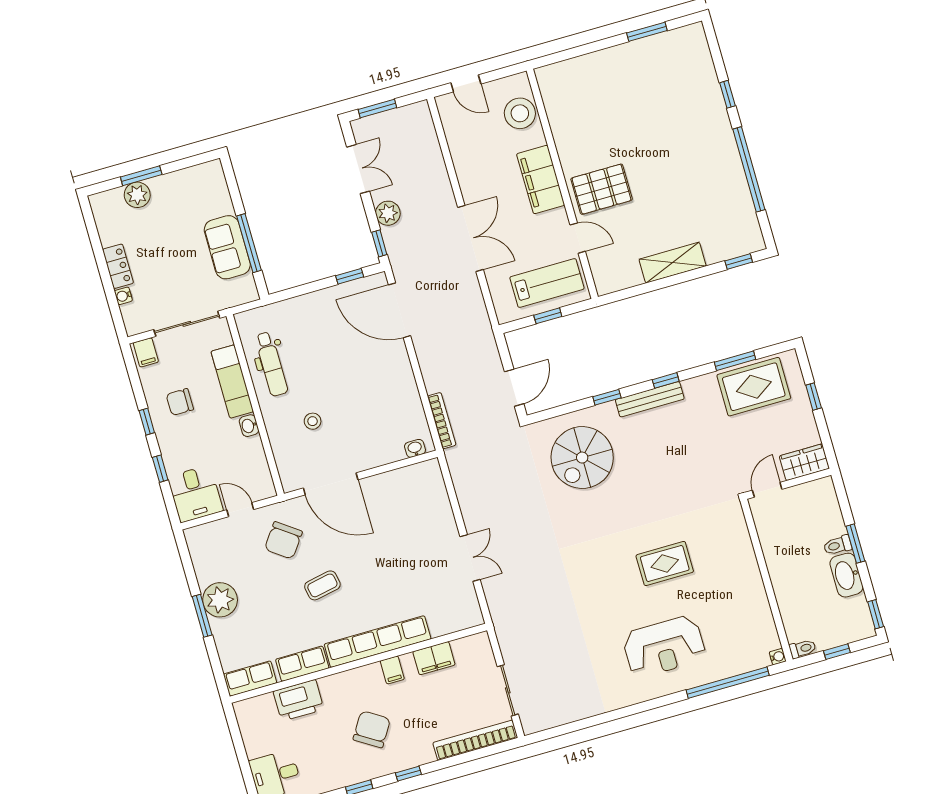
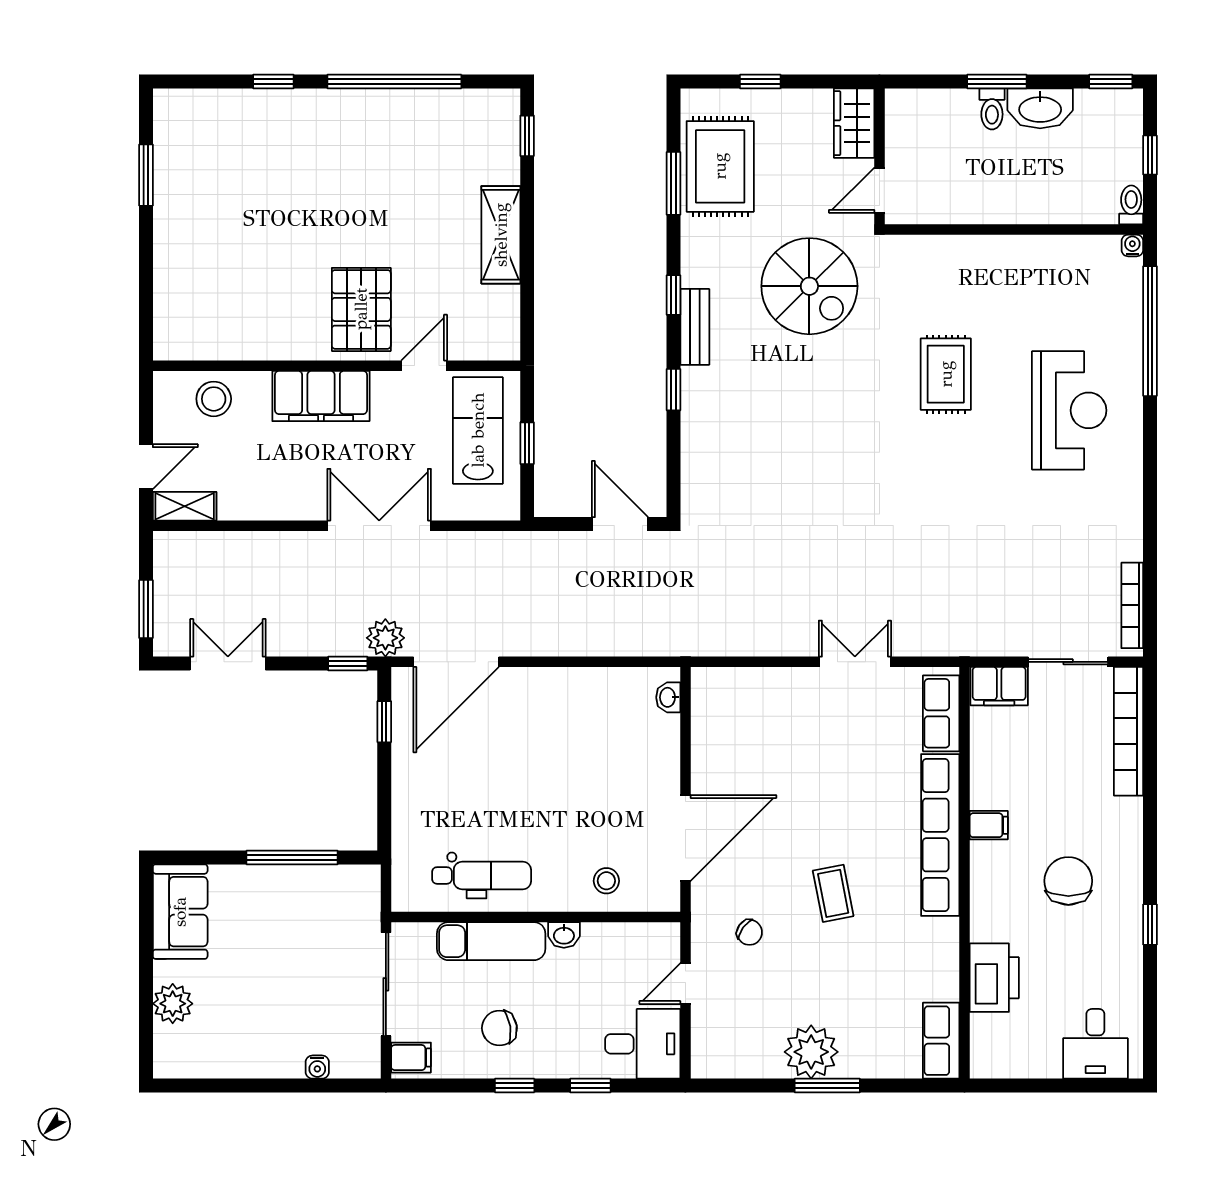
stool: (520, 113) -> (214, 399), width x0.73, depth x0.73
shelving: (448, 114) -> (185, 506), added
window: (141, 176) -> (146, 989), removed
plant: (388, 213) -> (385, 638), moved
sofa: (227, 247) -> (180, 912), moved, turned -90
locker: (118, 266) -> (271, 1063), removed
bench: (650, 399) -> (695, 327), width x0.73
chair: (180, 402) -> (499, 1028), turned 81
stool: (313, 421) -> (606, 881), moved
bookcase: (442, 421) -> (1132, 605), moved, turned -90
spiral stairs: (582, 458) -> (809, 286), moved
door: (767, 490) -> (879, 190), hinge flipped
chair: (283, 540) -> (749, 932), width x0.54, depth x0.54
filing cabinet: (434, 658) -> (999, 686), moved, turned 90
row of seats: (302, 664) -> (941, 713), moved
chair: (372, 729) -> (1068, 881), turned 58
window: (408, 774) -> (1150, 845), removed

